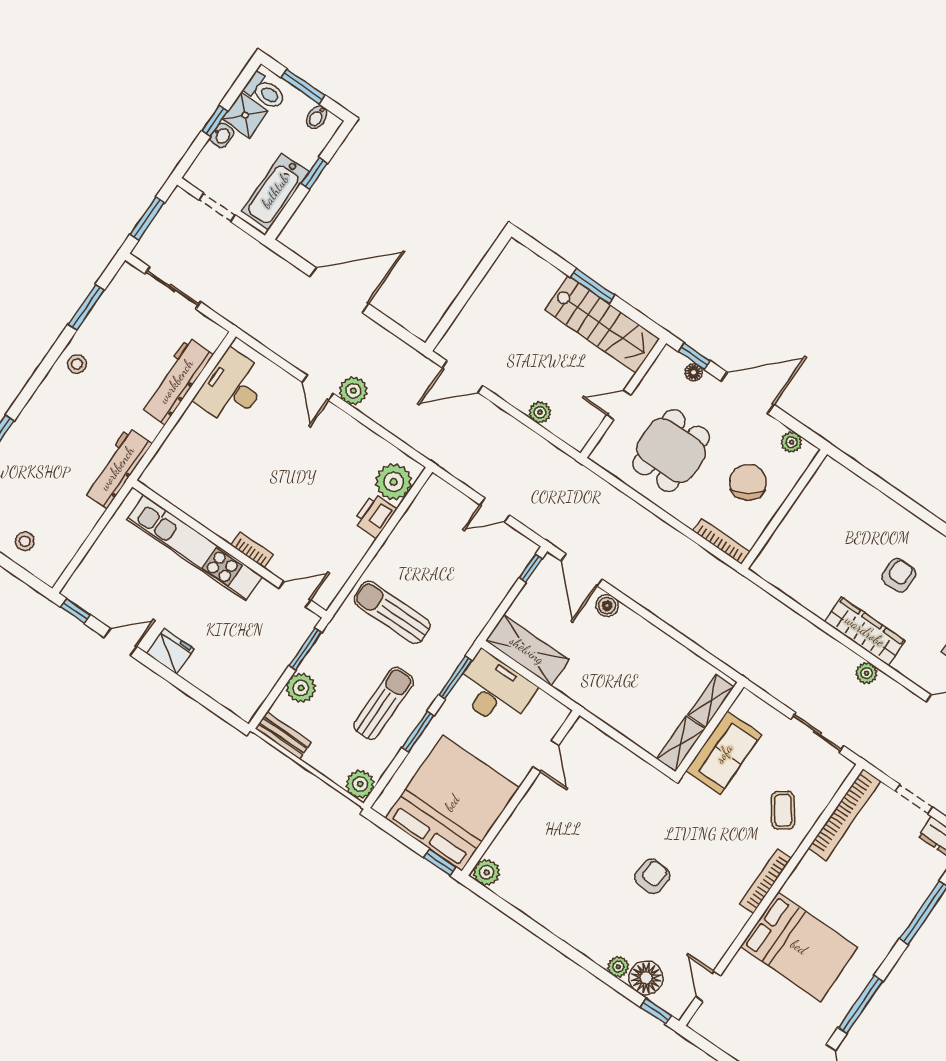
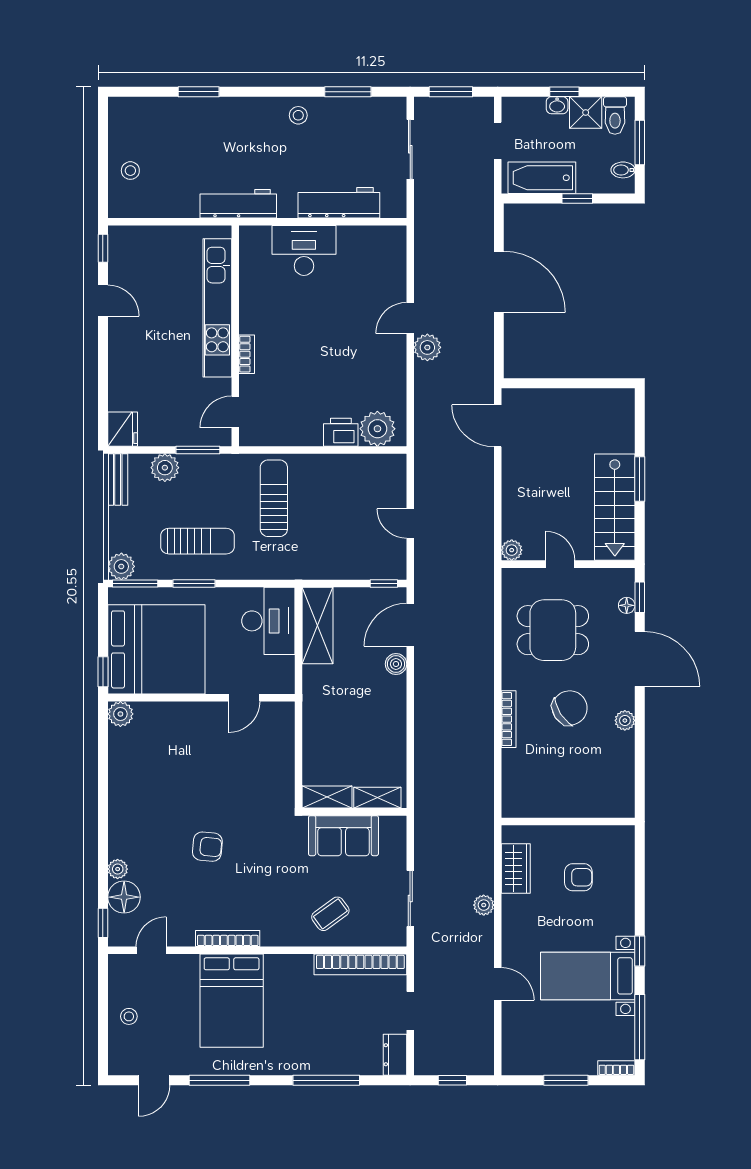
desk: (232, 388) -> (304, 250), moved
plant: (540, 412) -> (512, 550), moved
wall: (784, 509) -> (568, 822), moved
door: (295, 594) -> (235, 412), swing flipped
wardrobe: (865, 631) -> (516, 869), width x0.67
fridge: (170, 651) -> (123, 429), moved
window: (455, 678) -> (135, 584), moved
bookcase: (766, 881) -> (228, 938), moved
stool: (752, 1045) -> (129, 1016), added

